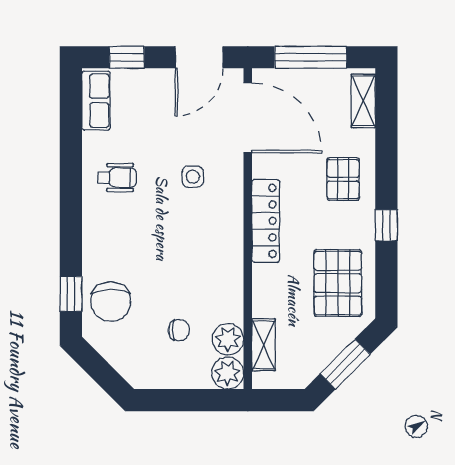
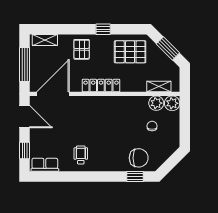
side table: (193, 177) -> (80, 120), removed
pallet: (343, 179) -> (82, 49), turned 90

